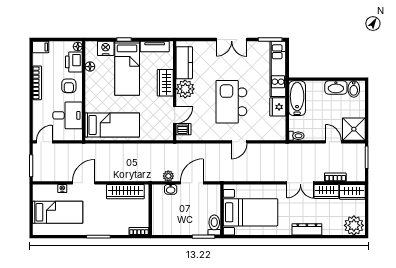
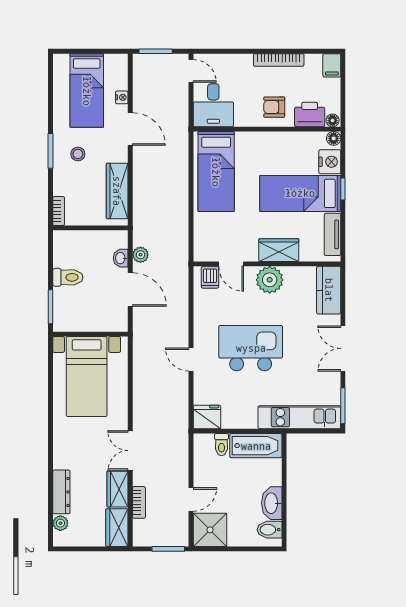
kitchen counter: (184, 63) -> (329, 290), moved, turned 90
floor lamp: (90, 67) -> (334, 138), moved
fridge: (278, 107) -> (207, 417), moved
desk: (68, 115) -> (213, 105), moved
toilet: (296, 136) -> (221, 445), moved
stool: (100, 218) -> (78, 154), added
toilet: (214, 225) -> (68, 277), moved
plant: (354, 225) -> (60, 523), width x0.53, depth x0.53
dresser: (307, 229) -> (61, 492), moved

